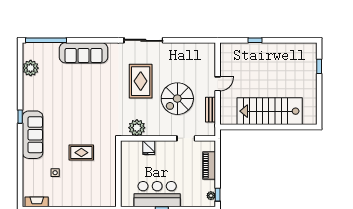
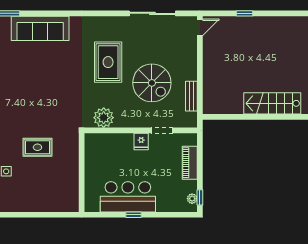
sliding door: (143, 40) -> (152, 13), moved
door: (218, 84) -> (200, 27), moved
spiral stairs: (177, 99) -> (152, 83), turned -90
stairs: (270, 111) -> (272, 103), width x0.73, depth x0.66
fridge: (149, 148) -> (141, 141), moved

